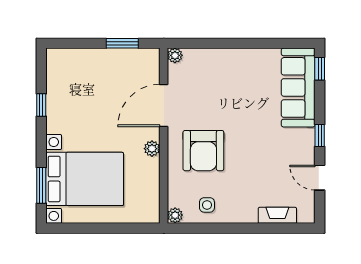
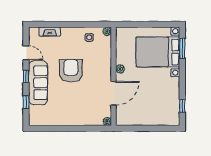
window: (122, 43) -> (137, 128), removed
window: (320, 69) -> (26, 102), moved
sofa: (298, 87) -> (38, 83), moved
window: (41, 105) -> (182, 106), moved
armchair: (203, 151) -> (71, 71), moved

